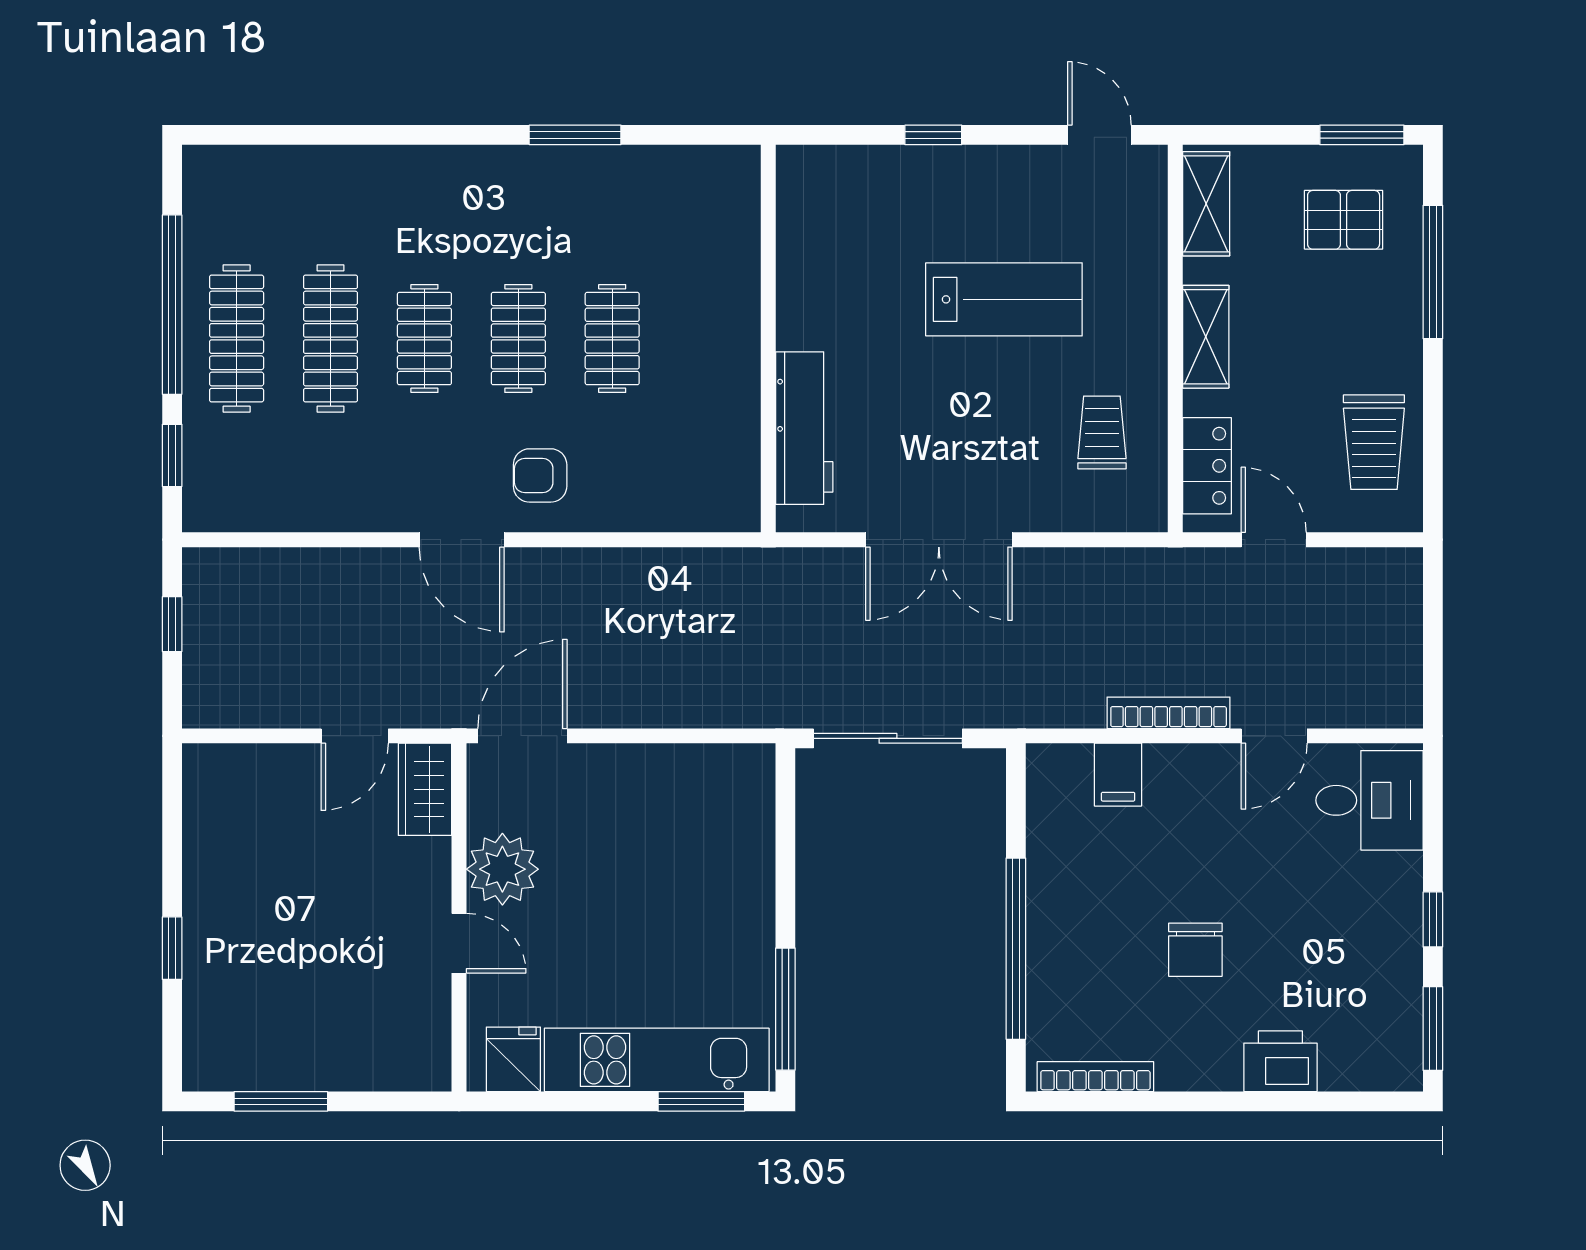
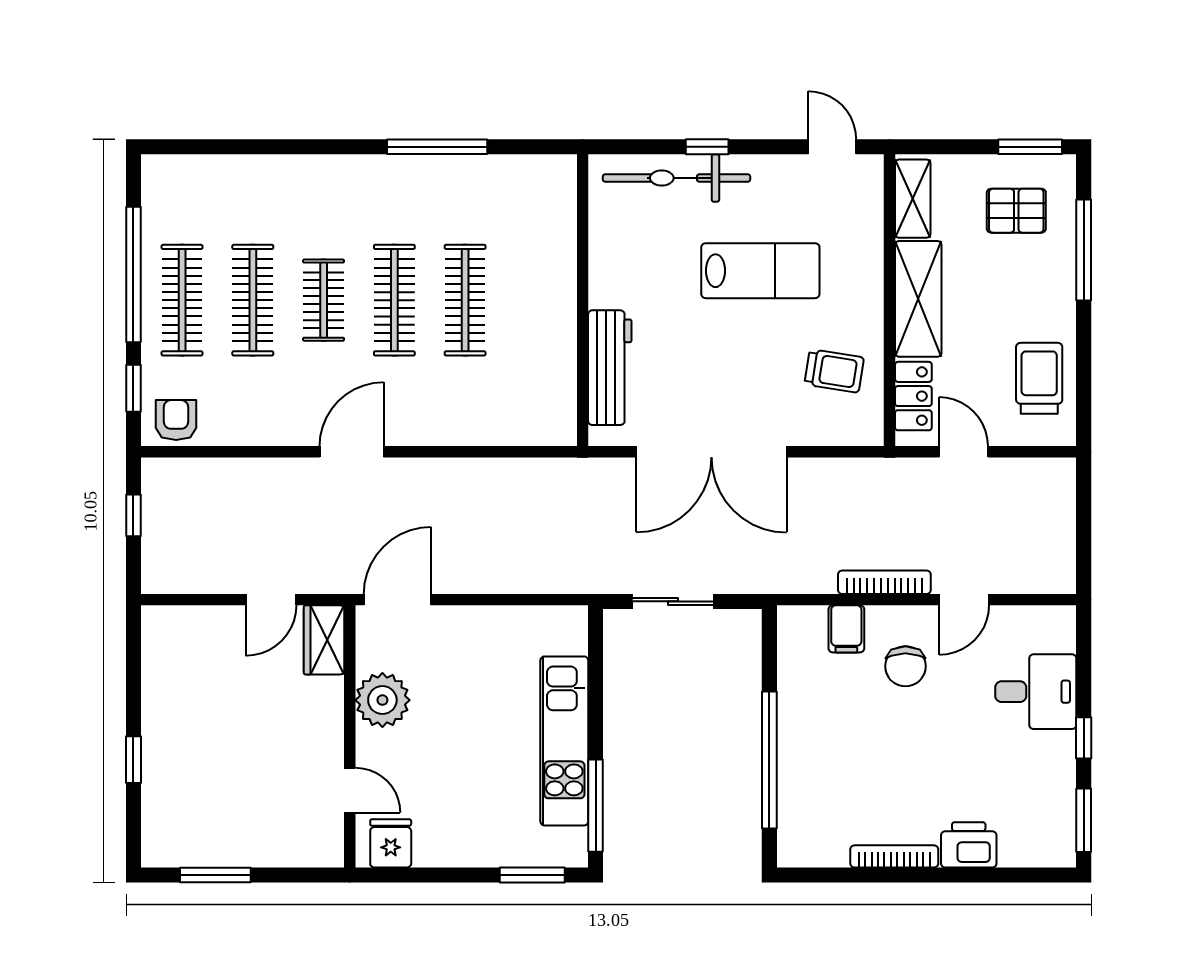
window: (575, 135) -> (437, 147), width x1.44
bicycle: (893, 176) -> (677, 178), added
shelving: (1206, 337) -> (918, 299), width x1.50, depth x1.33
clothes rail: (518, 339) -> (394, 300), width x1.36
clothes rail: (612, 339) -> (465, 300), width x1.36
trolley: (1102, 432) -> (834, 371), turned 99
trolley: (1374, 442) -> (1039, 378), turned 180
armchair: (540, 475) -> (176, 420), moved, turned 90
door: (462, 540) -> (352, 452), swing flipped
double door: (939, 540) -> (711, 452), width x1.36
sliding door: (888, 738) -> (673, 601), width x0.73
desk: (1369, 800) -> (1036, 692), moved
door: (459, 943) -> (350, 790), moved
chair: (1195, 950) -> (905, 666), moved
kitchen unit: (657, 1060) -> (564, 741), moved, turned -90
bookcase: (1095, 1077) -> (894, 856), moved

